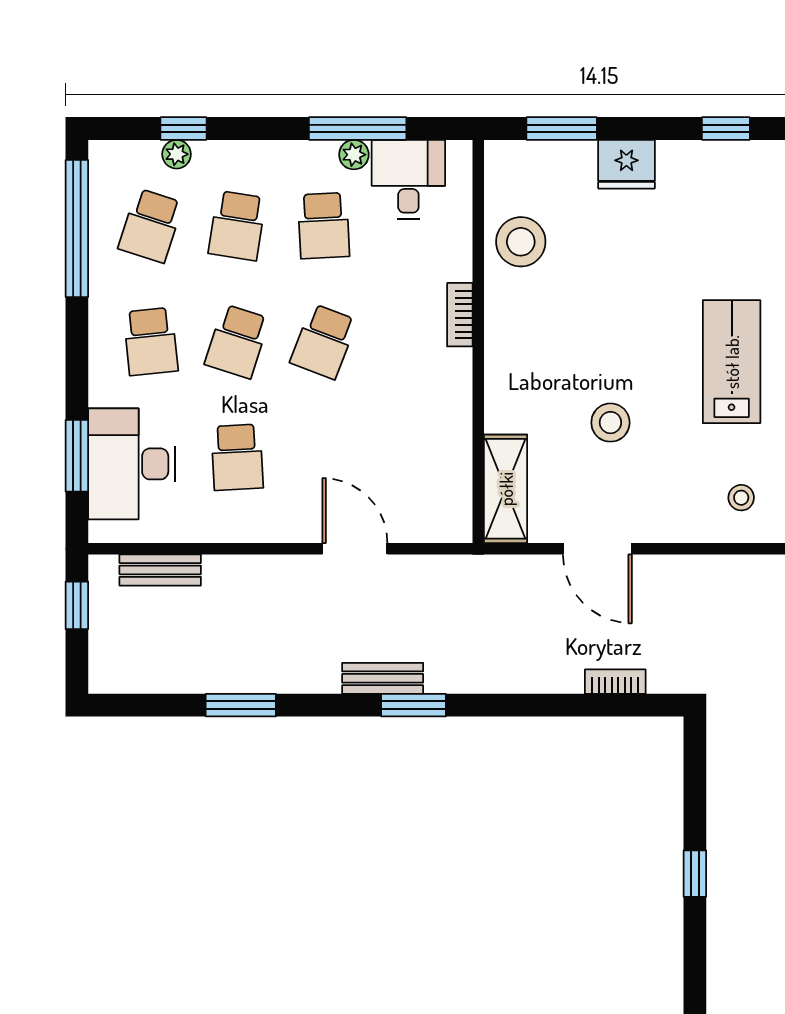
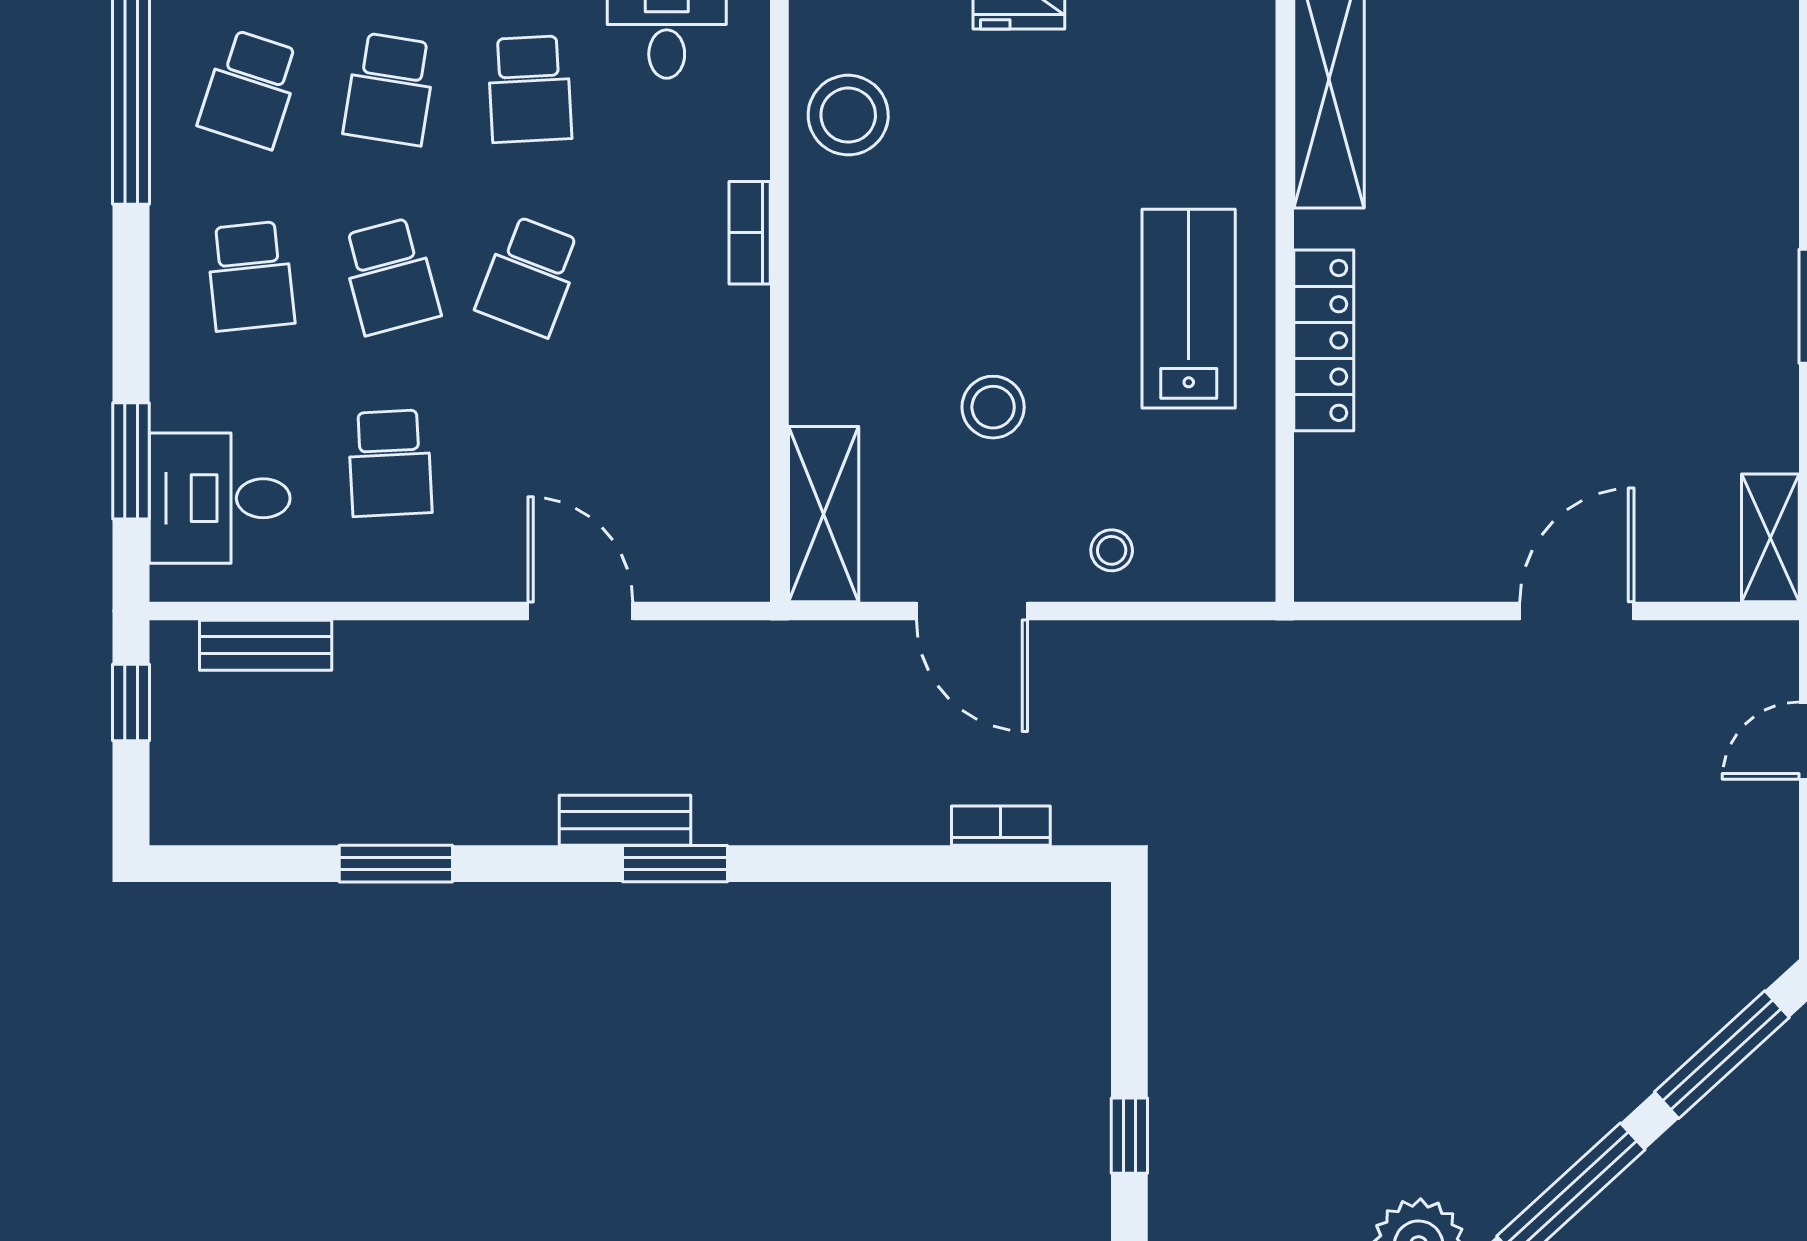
school desk: (237, 341) -> (390, 276), turned -33
desk: (132, 464) -> (220, 498), width x0.73
stool: (741, 498) -> (1112, 550), moved

